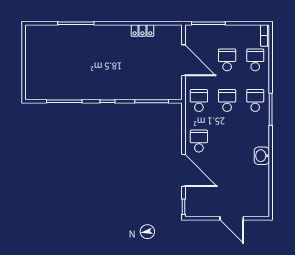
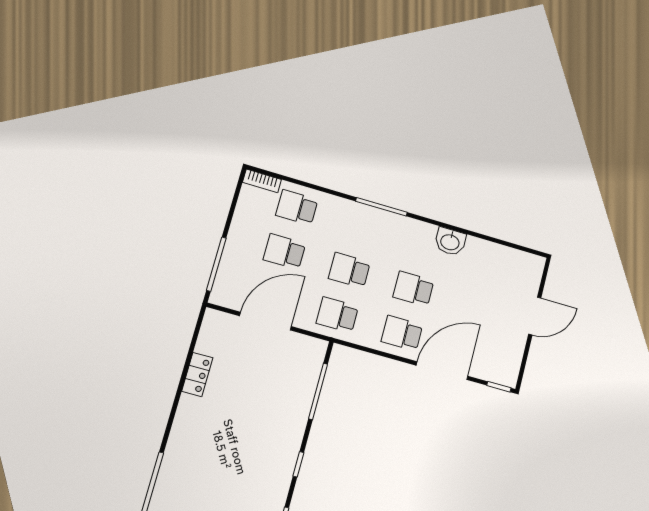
school desk: (255, 100) -> (413, 289), moved

